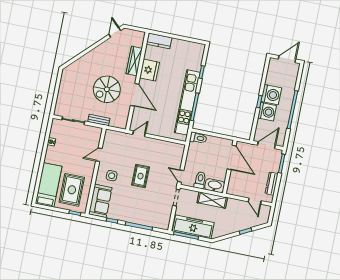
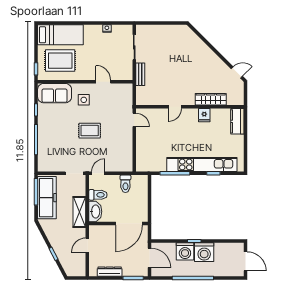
fridge: (149, 70) -> (204, 115), width x0.53, depth x0.75
spiral stairs: (107, 89) -> (175, 76), removed
door: (135, 95) -> (175, 107), width x0.53
kitchen unit: (187, 102) -> (202, 164), moved
toilet: (198, 138) -> (125, 184), moved
door: (255, 201) -> (87, 245), moved

